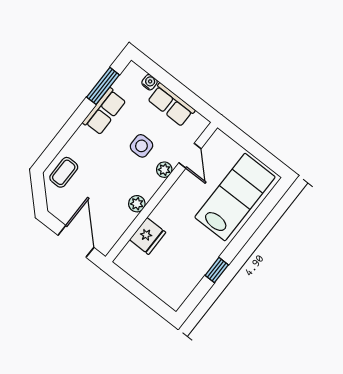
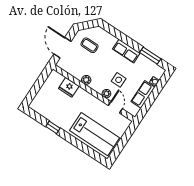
row of seats: (104, 111) -> (126, 51), moved
door: (190, 156) -> (115, 107), swing flipped
coffee table: (64, 172) -> (89, 45), moved
door: (76, 241) -> (62, 48), swing flipped

